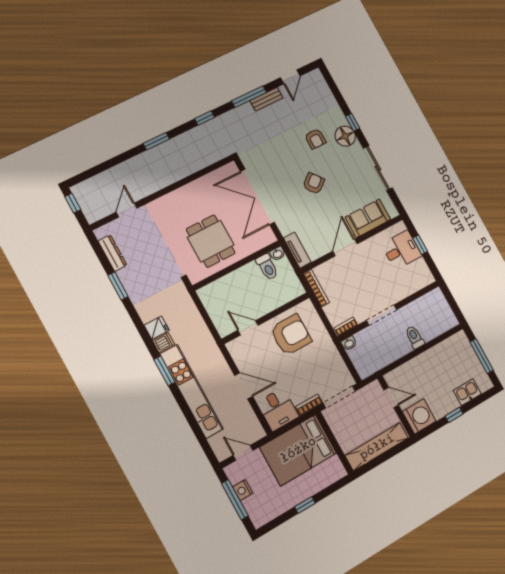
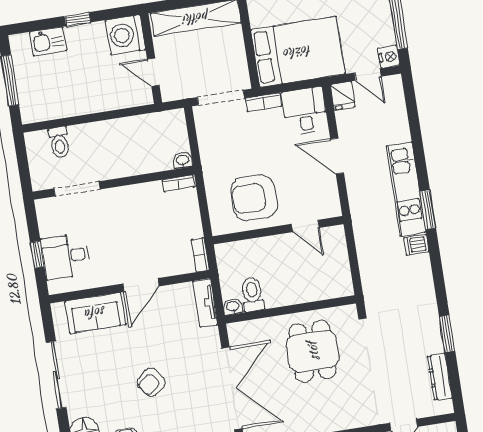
bookcase: (316, 288) -> (200, 255), width x0.64
doorway: (382, 315) -> (77, 189), moved
fridge: (157, 328) -> (343, 96), moved, turned -90
toilet: (415, 337) -> (59, 142), moved
kitchen unit: (192, 391) -> (406, 189), width x0.73
nightstand: (243, 490) -> (389, 57), moved

